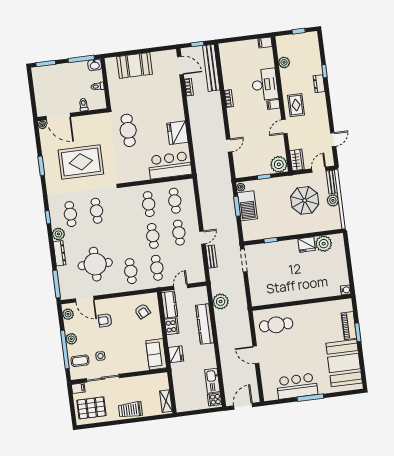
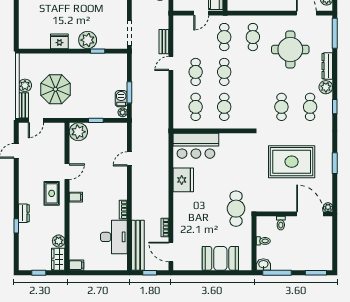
desk: (265, 85) -> (114, 237), moved, turned 180
cafe table: (128, 130) -> (236, 209), moved
wardrobe: (297, 160) -> (58, 259), moved
barbecue: (247, 206) -> (121, 99), width x0.53, depth x0.65
plant: (324, 244) -> (88, 40), moved

